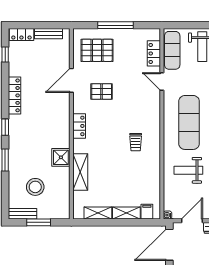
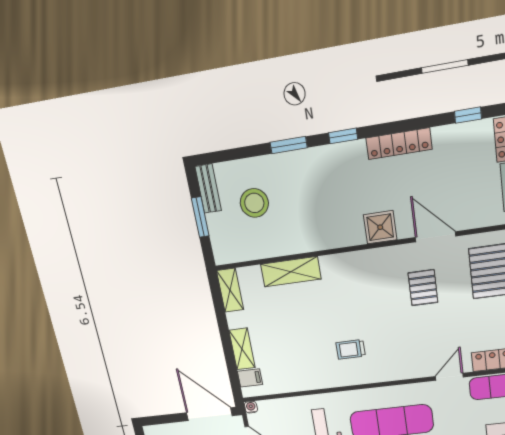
locker: (79, 126) -> (363, 260), removed
shower: (61, 157) -> (380, 227), moved
shelving: (98, 213) -> (230, 290), moved

